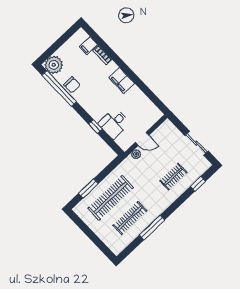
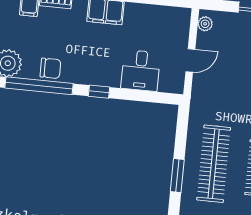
window: (95, 127) -> (99, 92), moved
plant: (136, 154) -> (205, 24), moved

